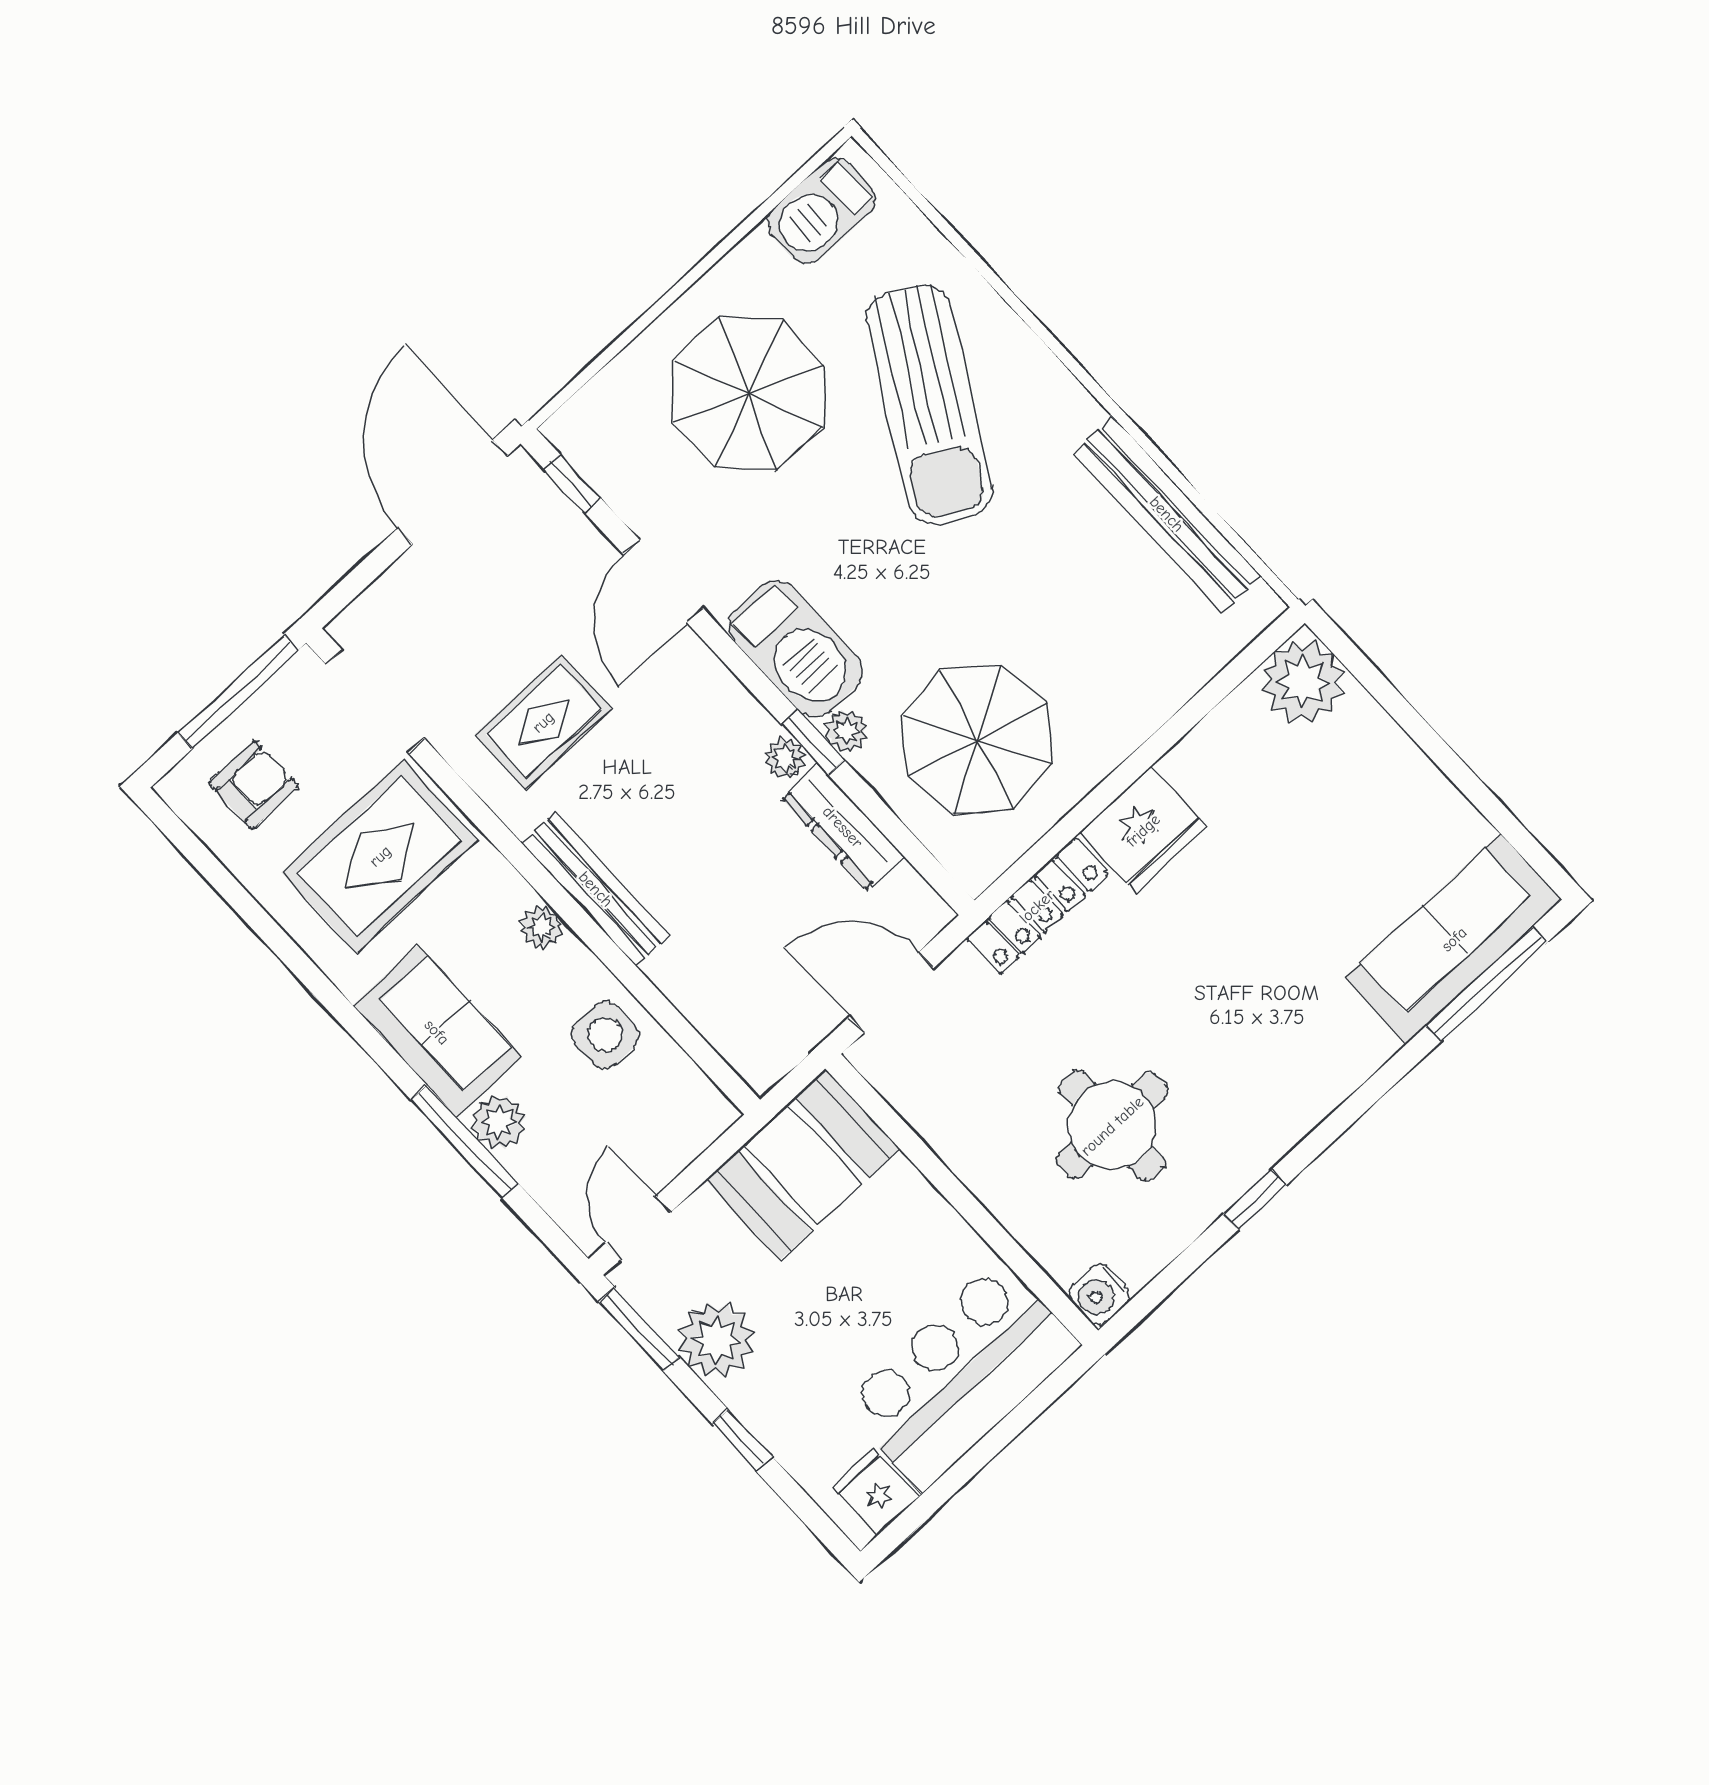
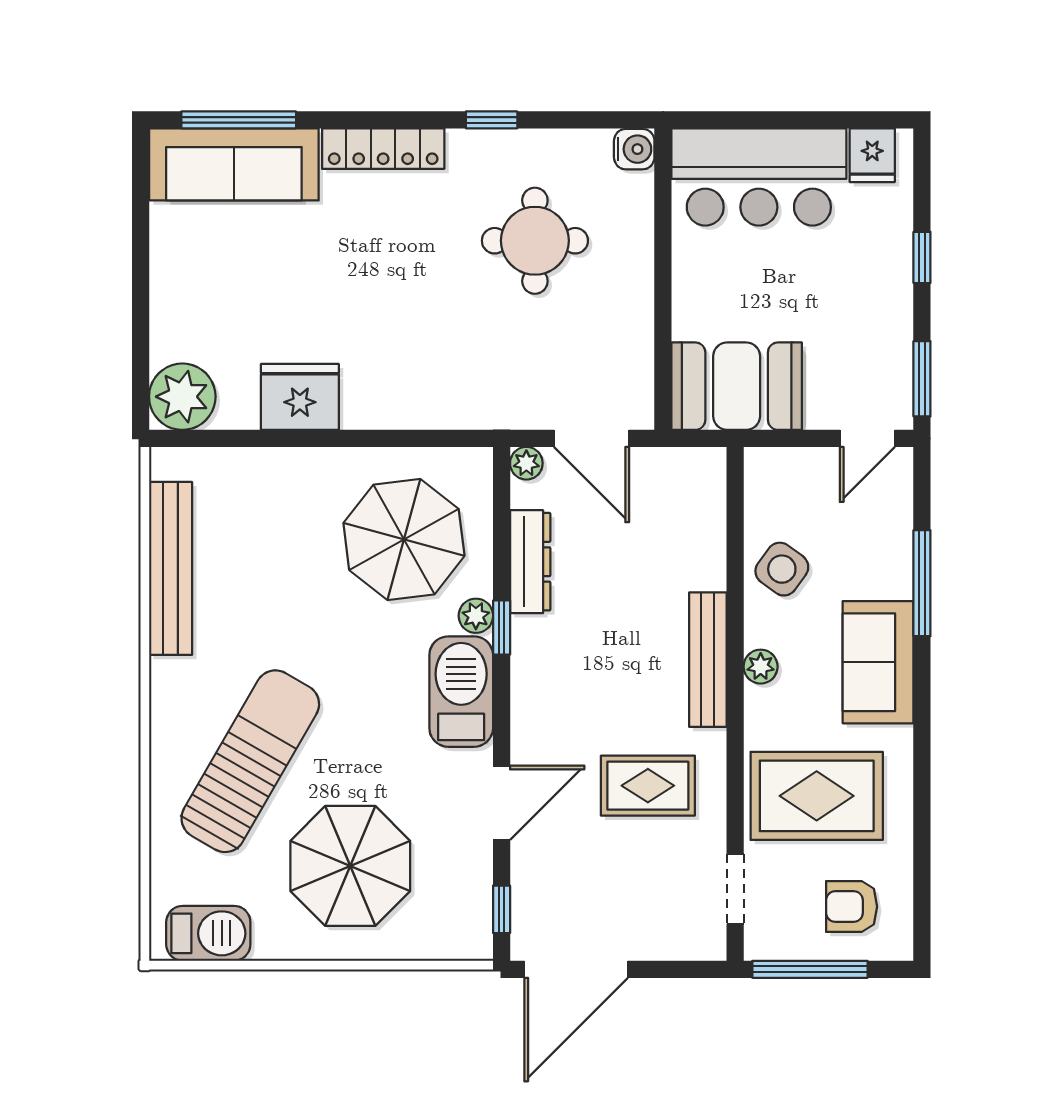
doorway: (375, 701) -> (735, 889), width x0.73
plant: (785, 758) -> (526, 463), moved
fridge: (1143, 830) -> (300, 397), moved
locker: (1037, 906) -> (383, 149), moved, turned 180
side table: (605, 1035) -> (782, 569), turned 36
plant: (499, 1122) -> (891, 576), removed
plant: (716, 1340) -> (883, 330), removed

